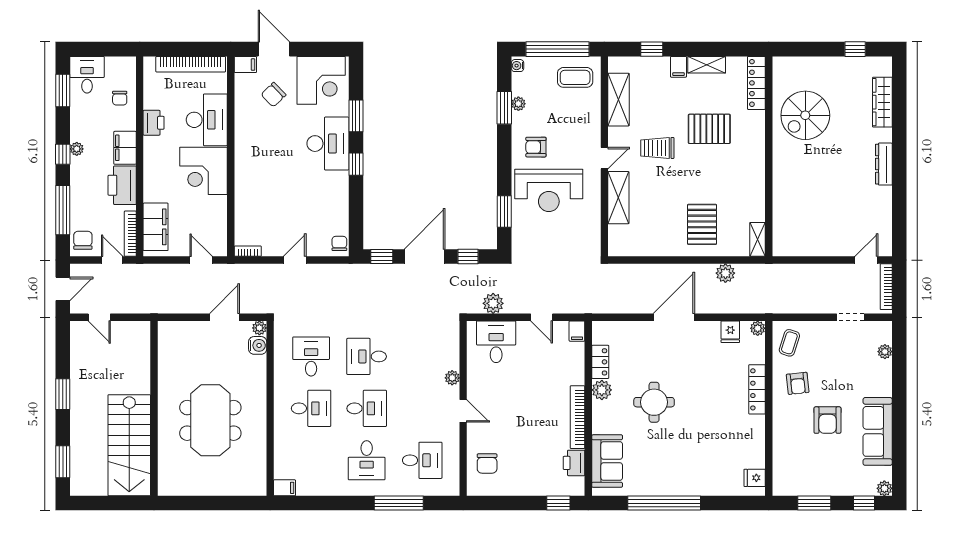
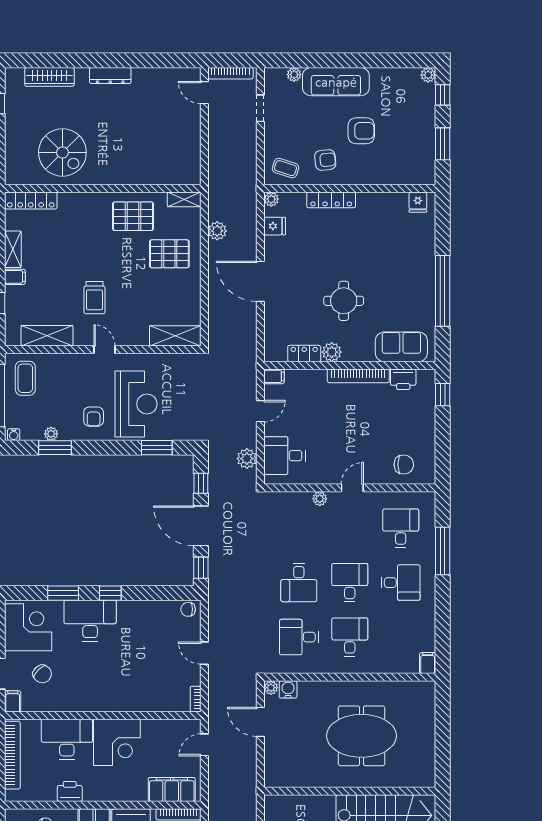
pallet: (709, 129) -> (133, 216), moved, turned 90
shelving: (618, 198) -> (175, 336), moved
sofa: (878, 431) -> (336, 82), moved

